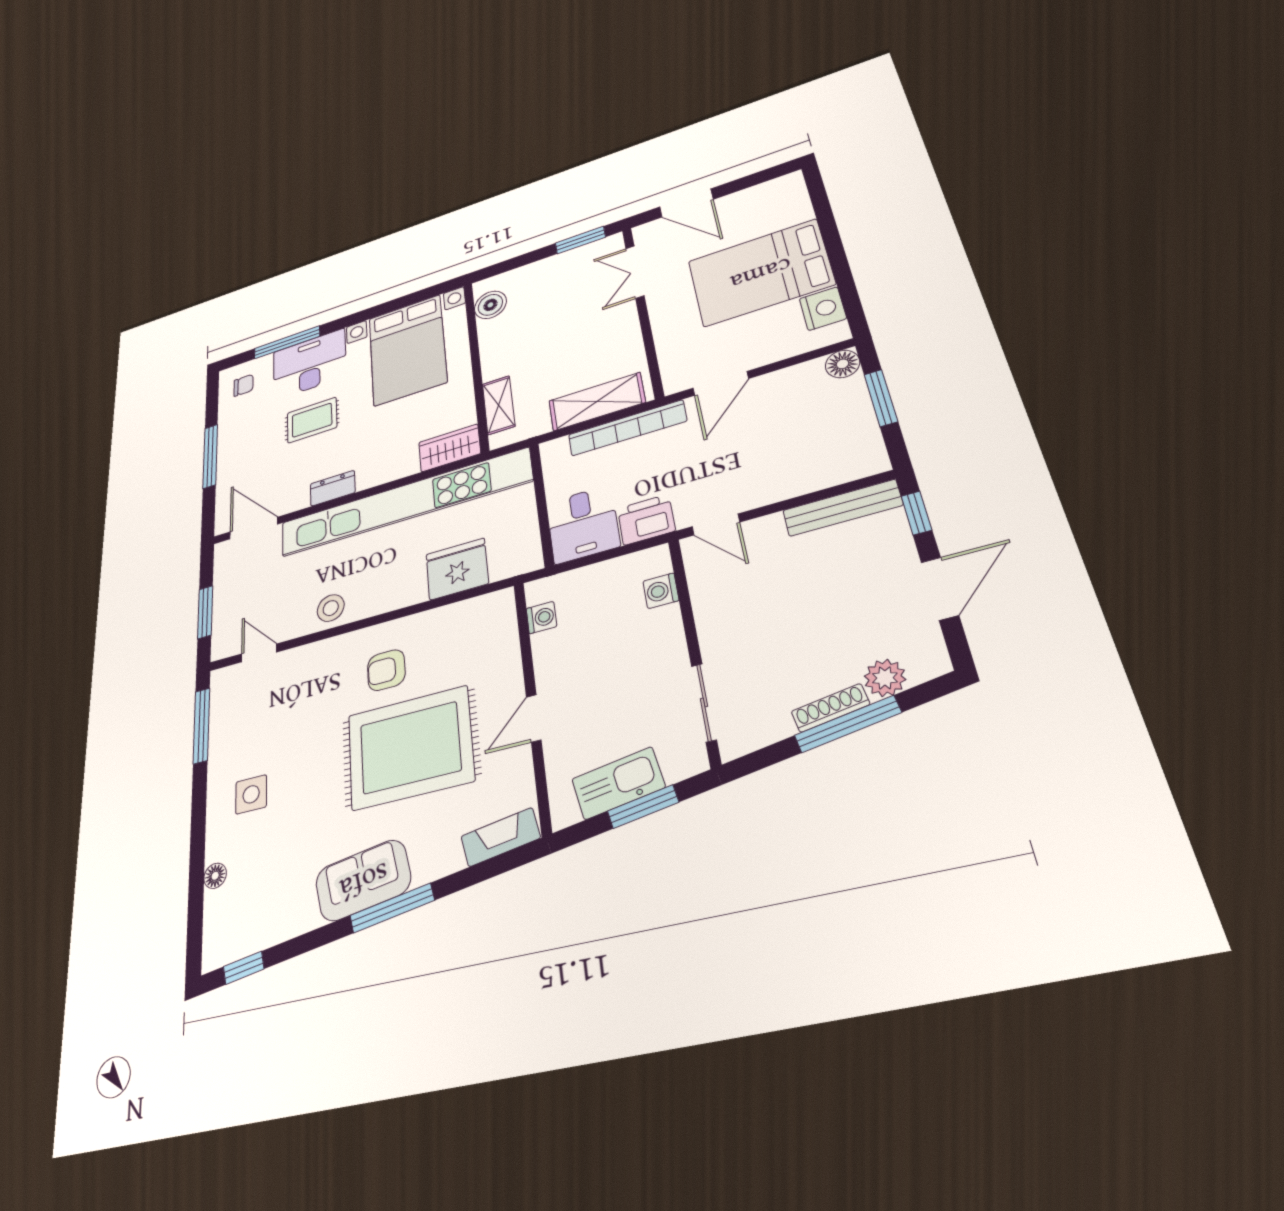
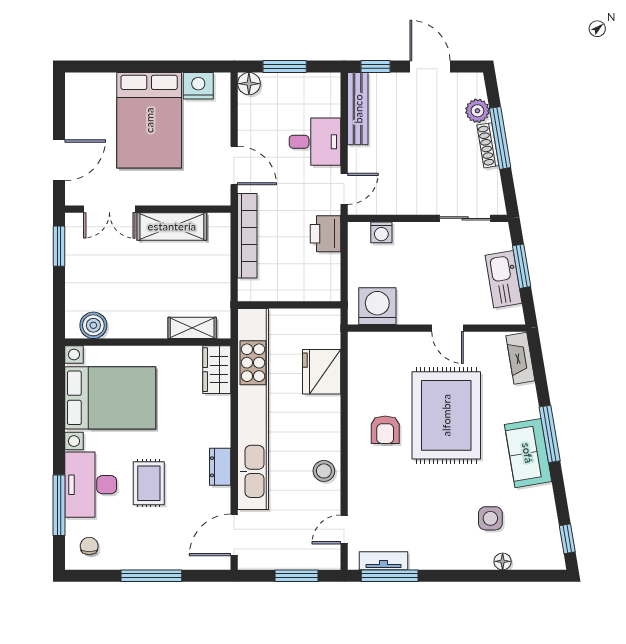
shelving: (597, 402) -> (172, 226), moved, turned 90
desk: (583, 524) -> (315, 142), moved
washing machine: (541, 618) -> (377, 306), width x1.89, depth x1.89
tv unit: (220, 713) -> (384, 561), added
side table: (251, 794) -> (490, 518), moved

